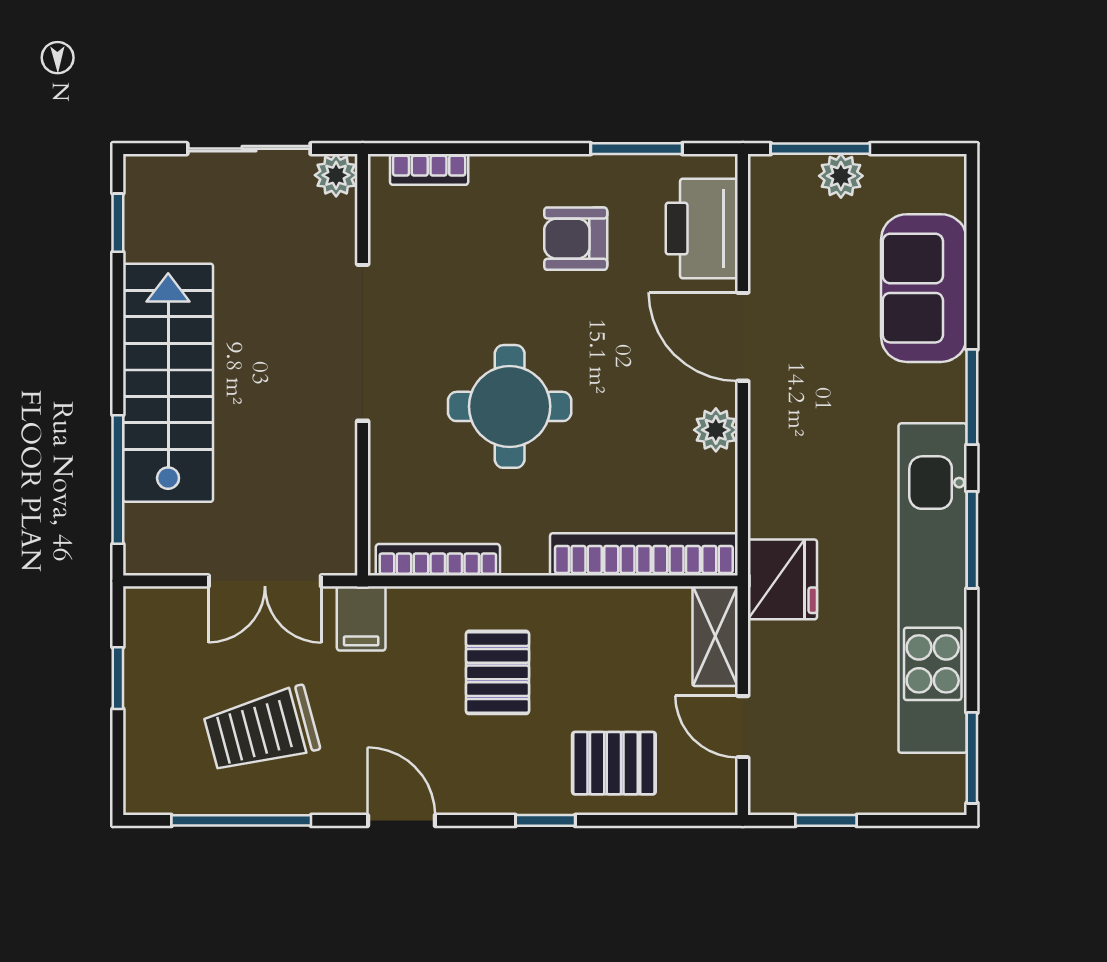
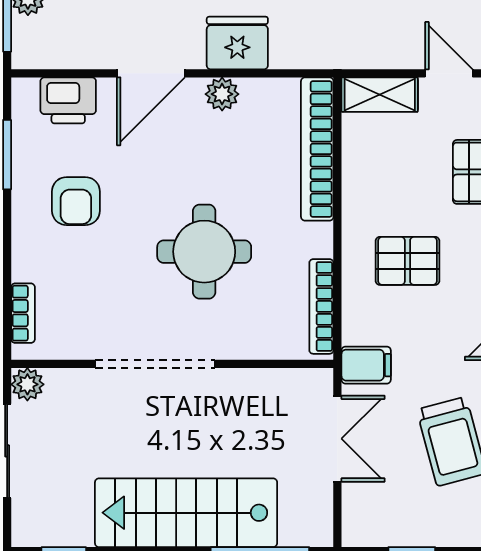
printer: (702, 229) -> (68, 100), width x0.73, depth x0.84
fridge: (782, 579) -> (237, 43), moved
door: (743, 727) -> (449, 73), swing flipped

